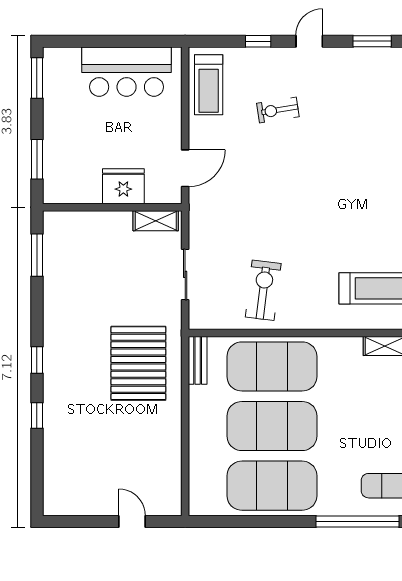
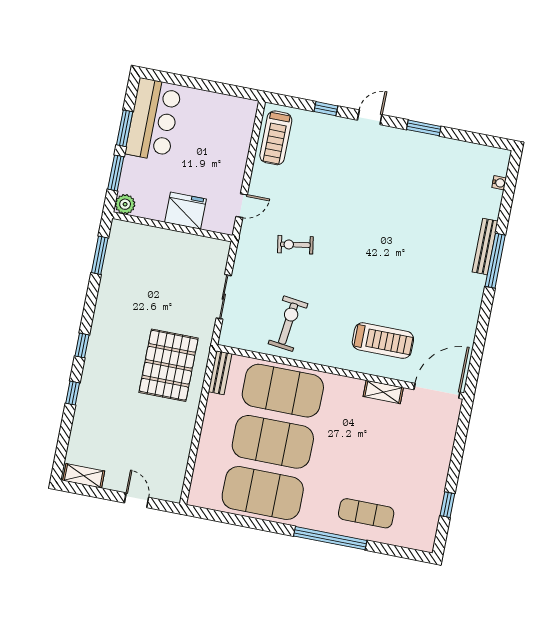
bar counter: (127, 72) -> (153, 120), moved, turned -90
window: (37, 78) -> (125, 128), moved
exercise bike: (278, 110) -> (295, 245), moved
door: (185, 168) -> (242, 206), width x0.73
plant: (54, 192) -> (125, 204), added
shelving: (156, 221) -> (84, 476), moved

